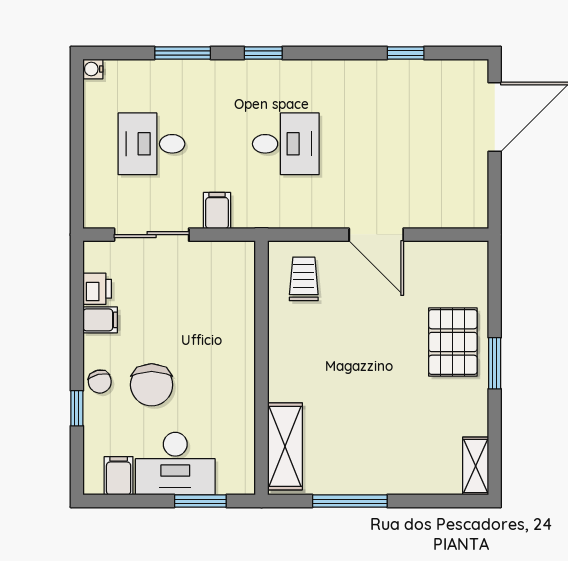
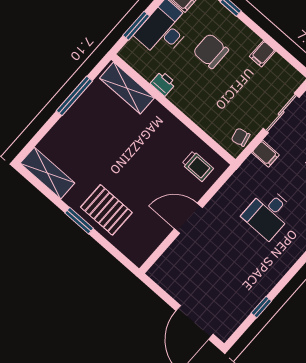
printer: (97, 289) -> (163, 84), moved, turned 180
chair: (100, 382) -> (241, 137), moved
shelving: (476, 466) -> (47, 173), width x1.50, depth x1.33

